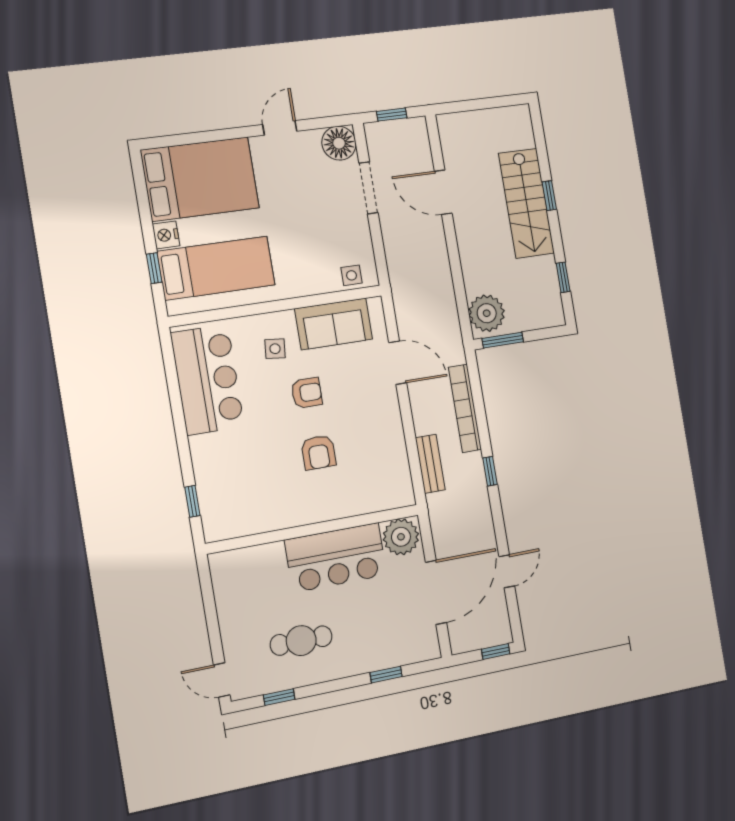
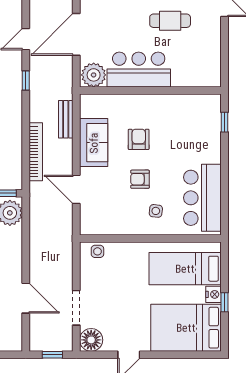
window: (154, 268) -> (224, 302), moved
sofa: (334, 324) -> (94, 143), moved, turned 90
window: (490, 471) -> (26, 80), moved

